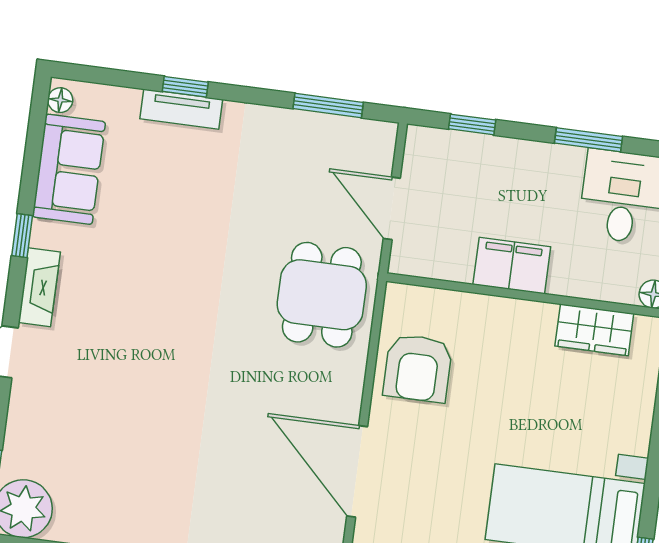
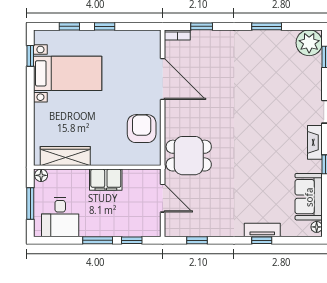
window: (328, 106) -> (197, 240), width x0.67
window: (589, 140) -> (98, 240), moved
dining table: (322, 295) -> (189, 156), turned 90
wardrobe: (594, 330) -> (65, 156), width x1.50

